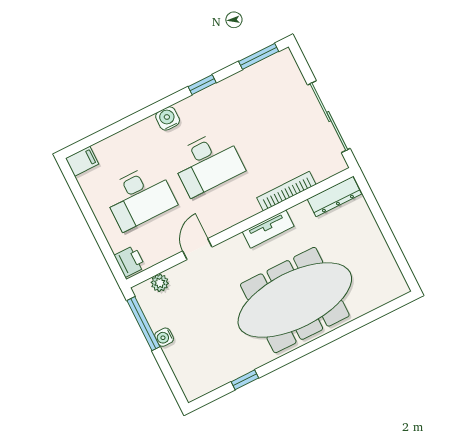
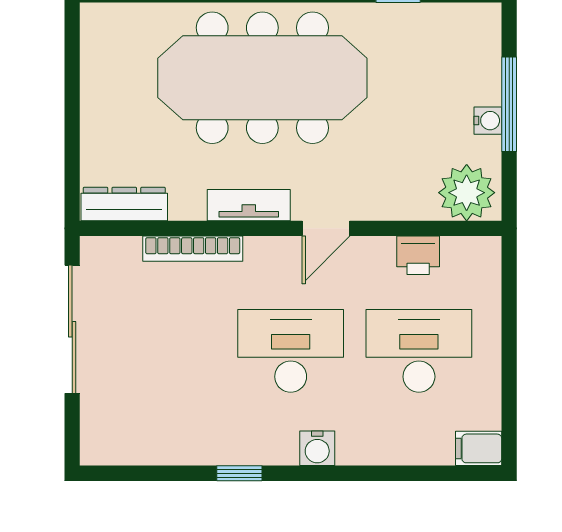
window: (259, 56) -> (133, 473), removed
door: (197, 249) -> (326, 228), moved
printer: (130, 261) -> (418, 255), moved, turned -90
plant: (160, 283) -> (467, 193), width x1.88, depth x1.88
window: (143, 324) -> (509, 104), moved

